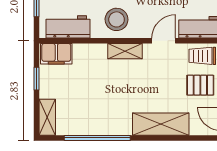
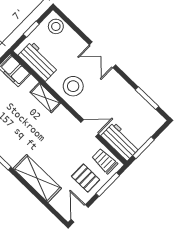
shelving: (125, 51) -> (45, 98), moved

